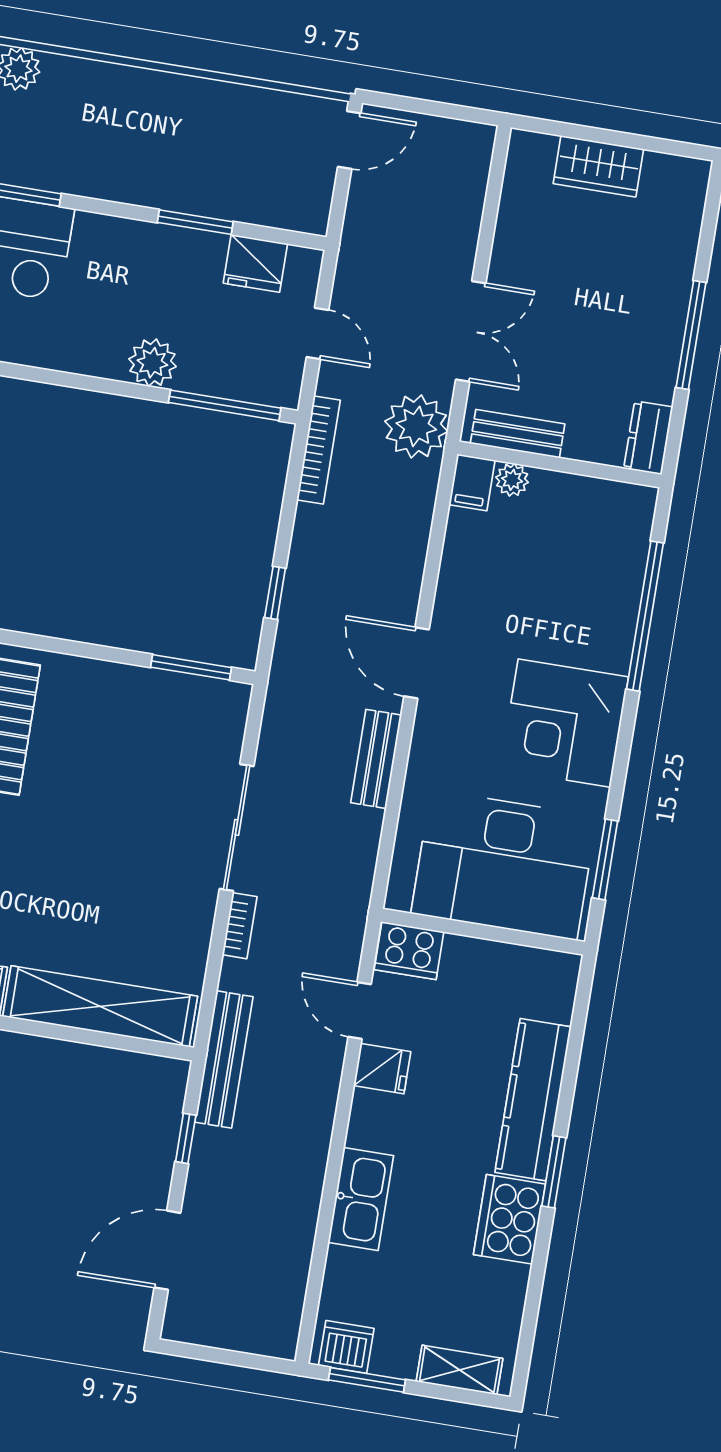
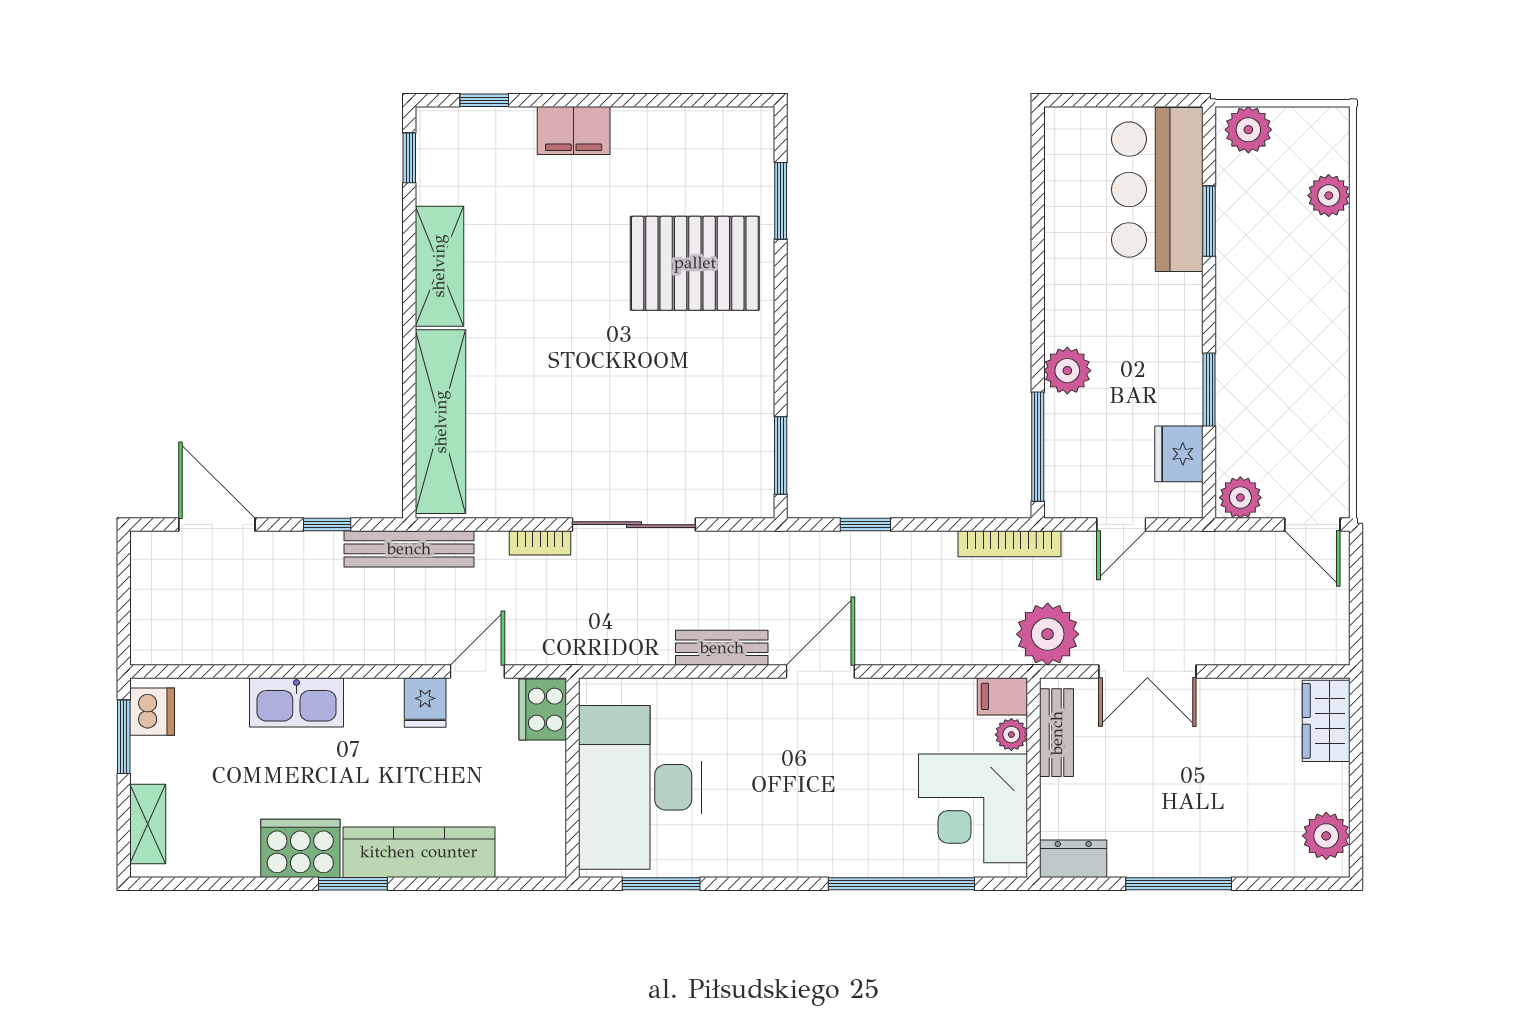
wardrobe: (598, 166) -> (1326, 721), moved
plant: (667, 178) -> (1326, 836), added
plant: (310, 208) -> (1240, 498), added
corner desk: (564, 723) -> (973, 808), moved, turned -90

